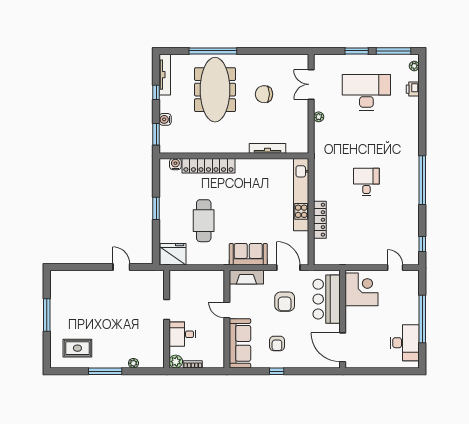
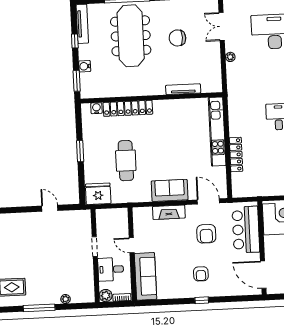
door: (227, 310) -> (132, 245), moved
wall: (227, 319) -> (132, 254), moved
sofa: (240, 343) -> (146, 276), moved

